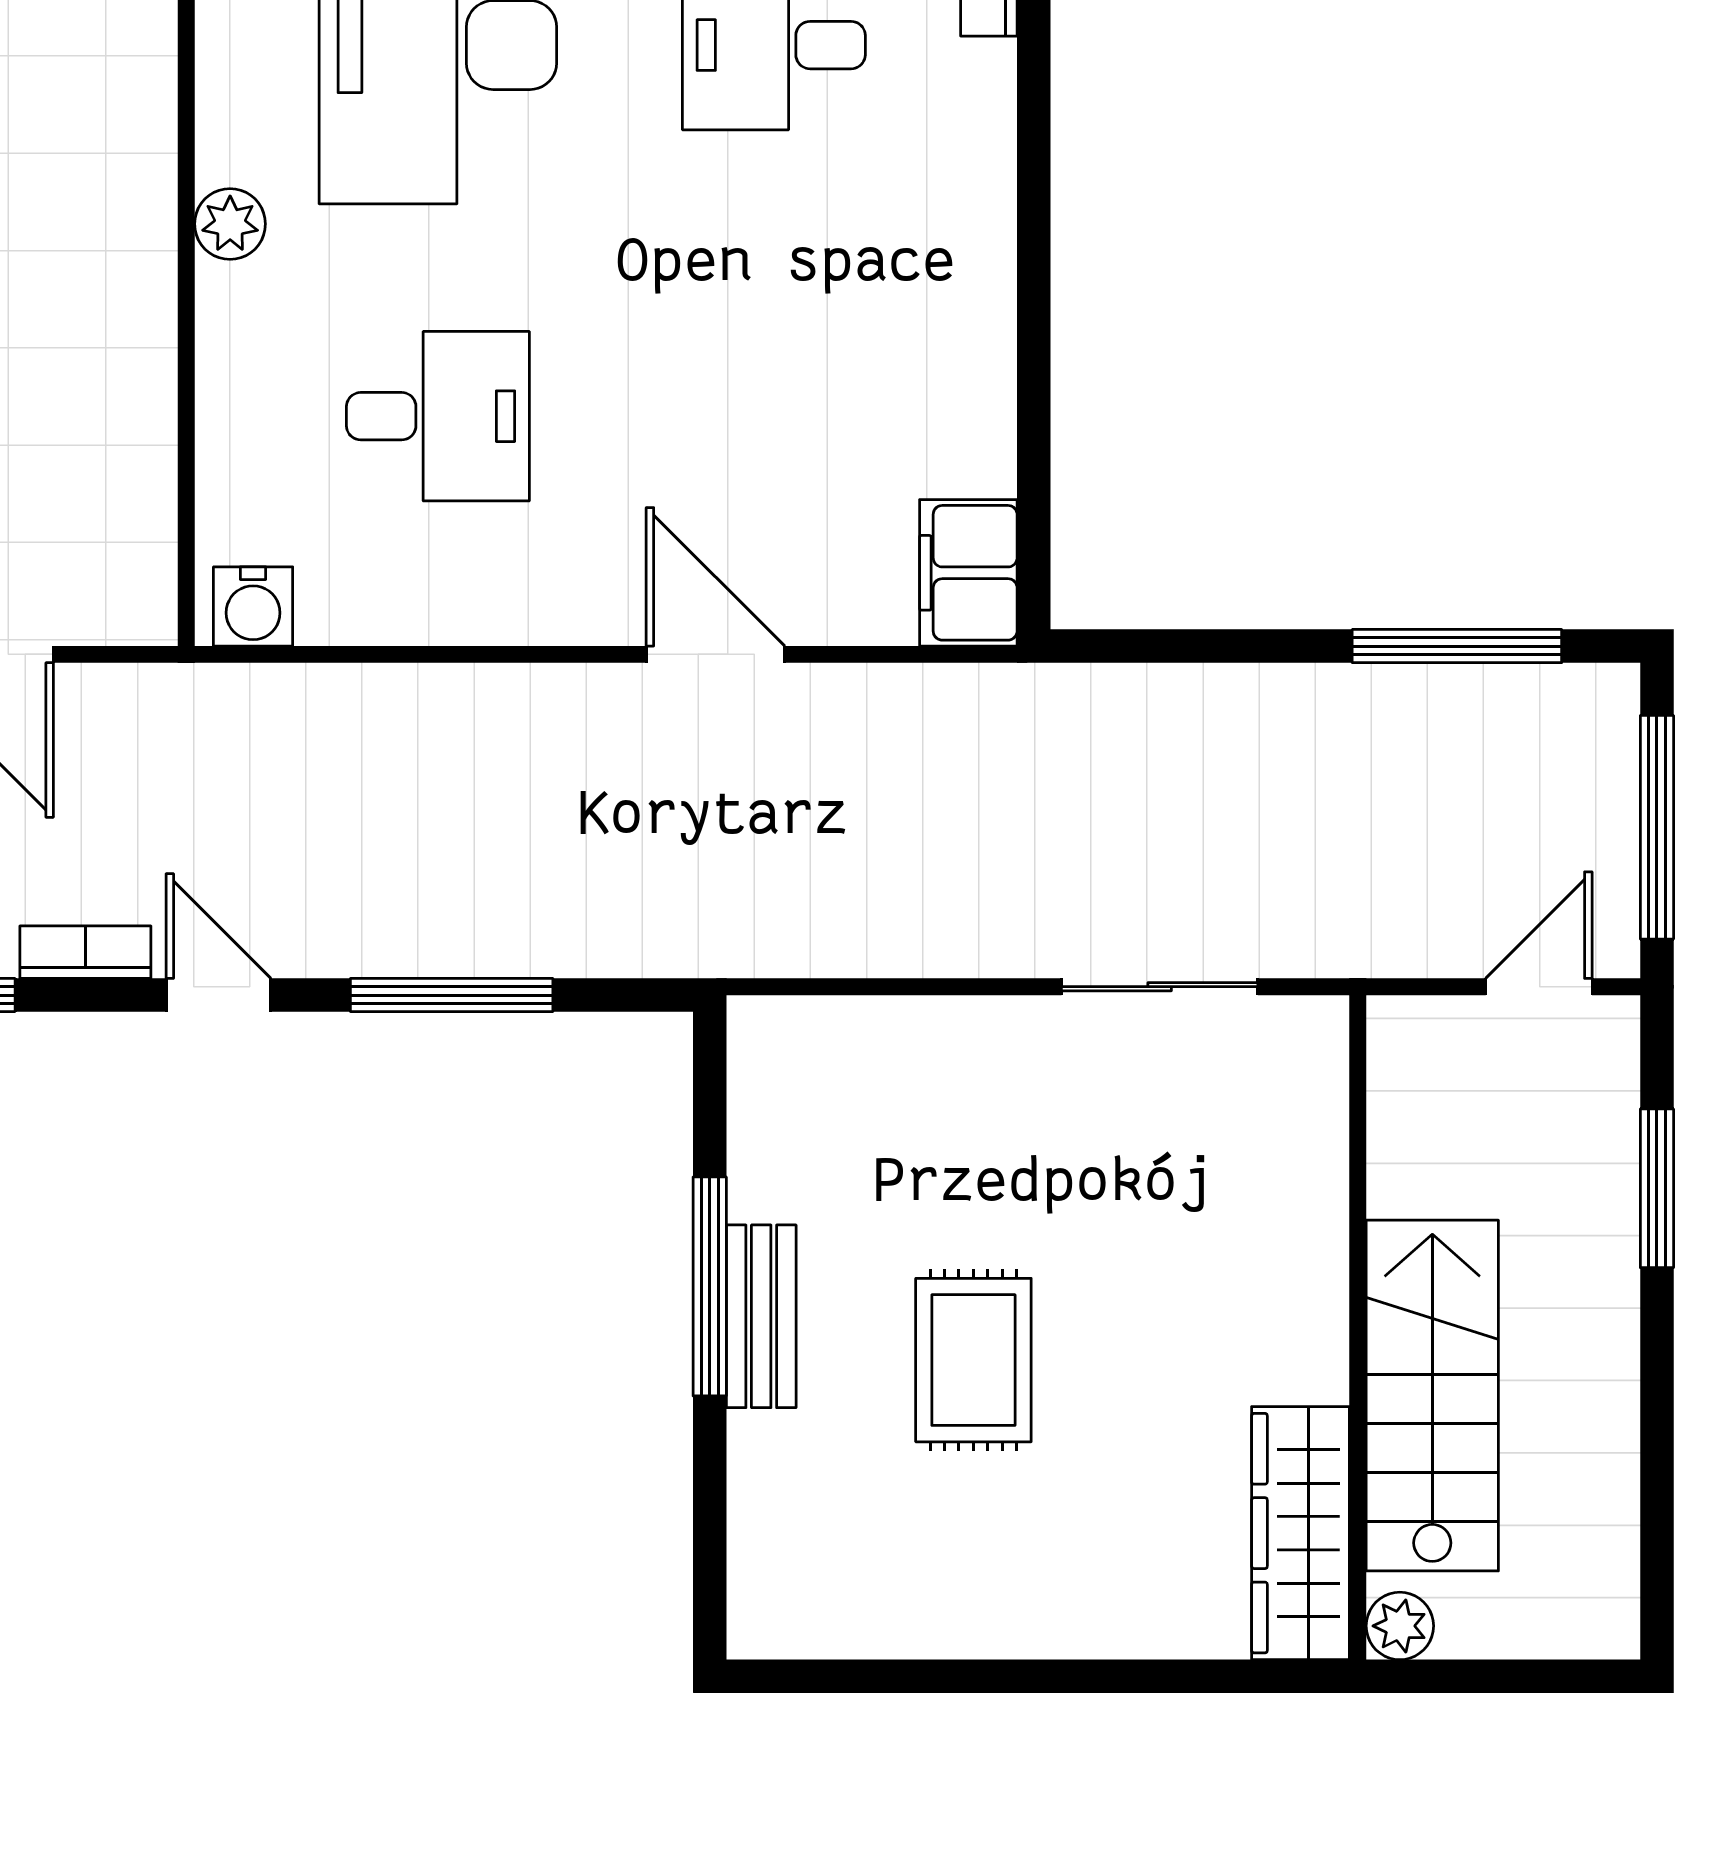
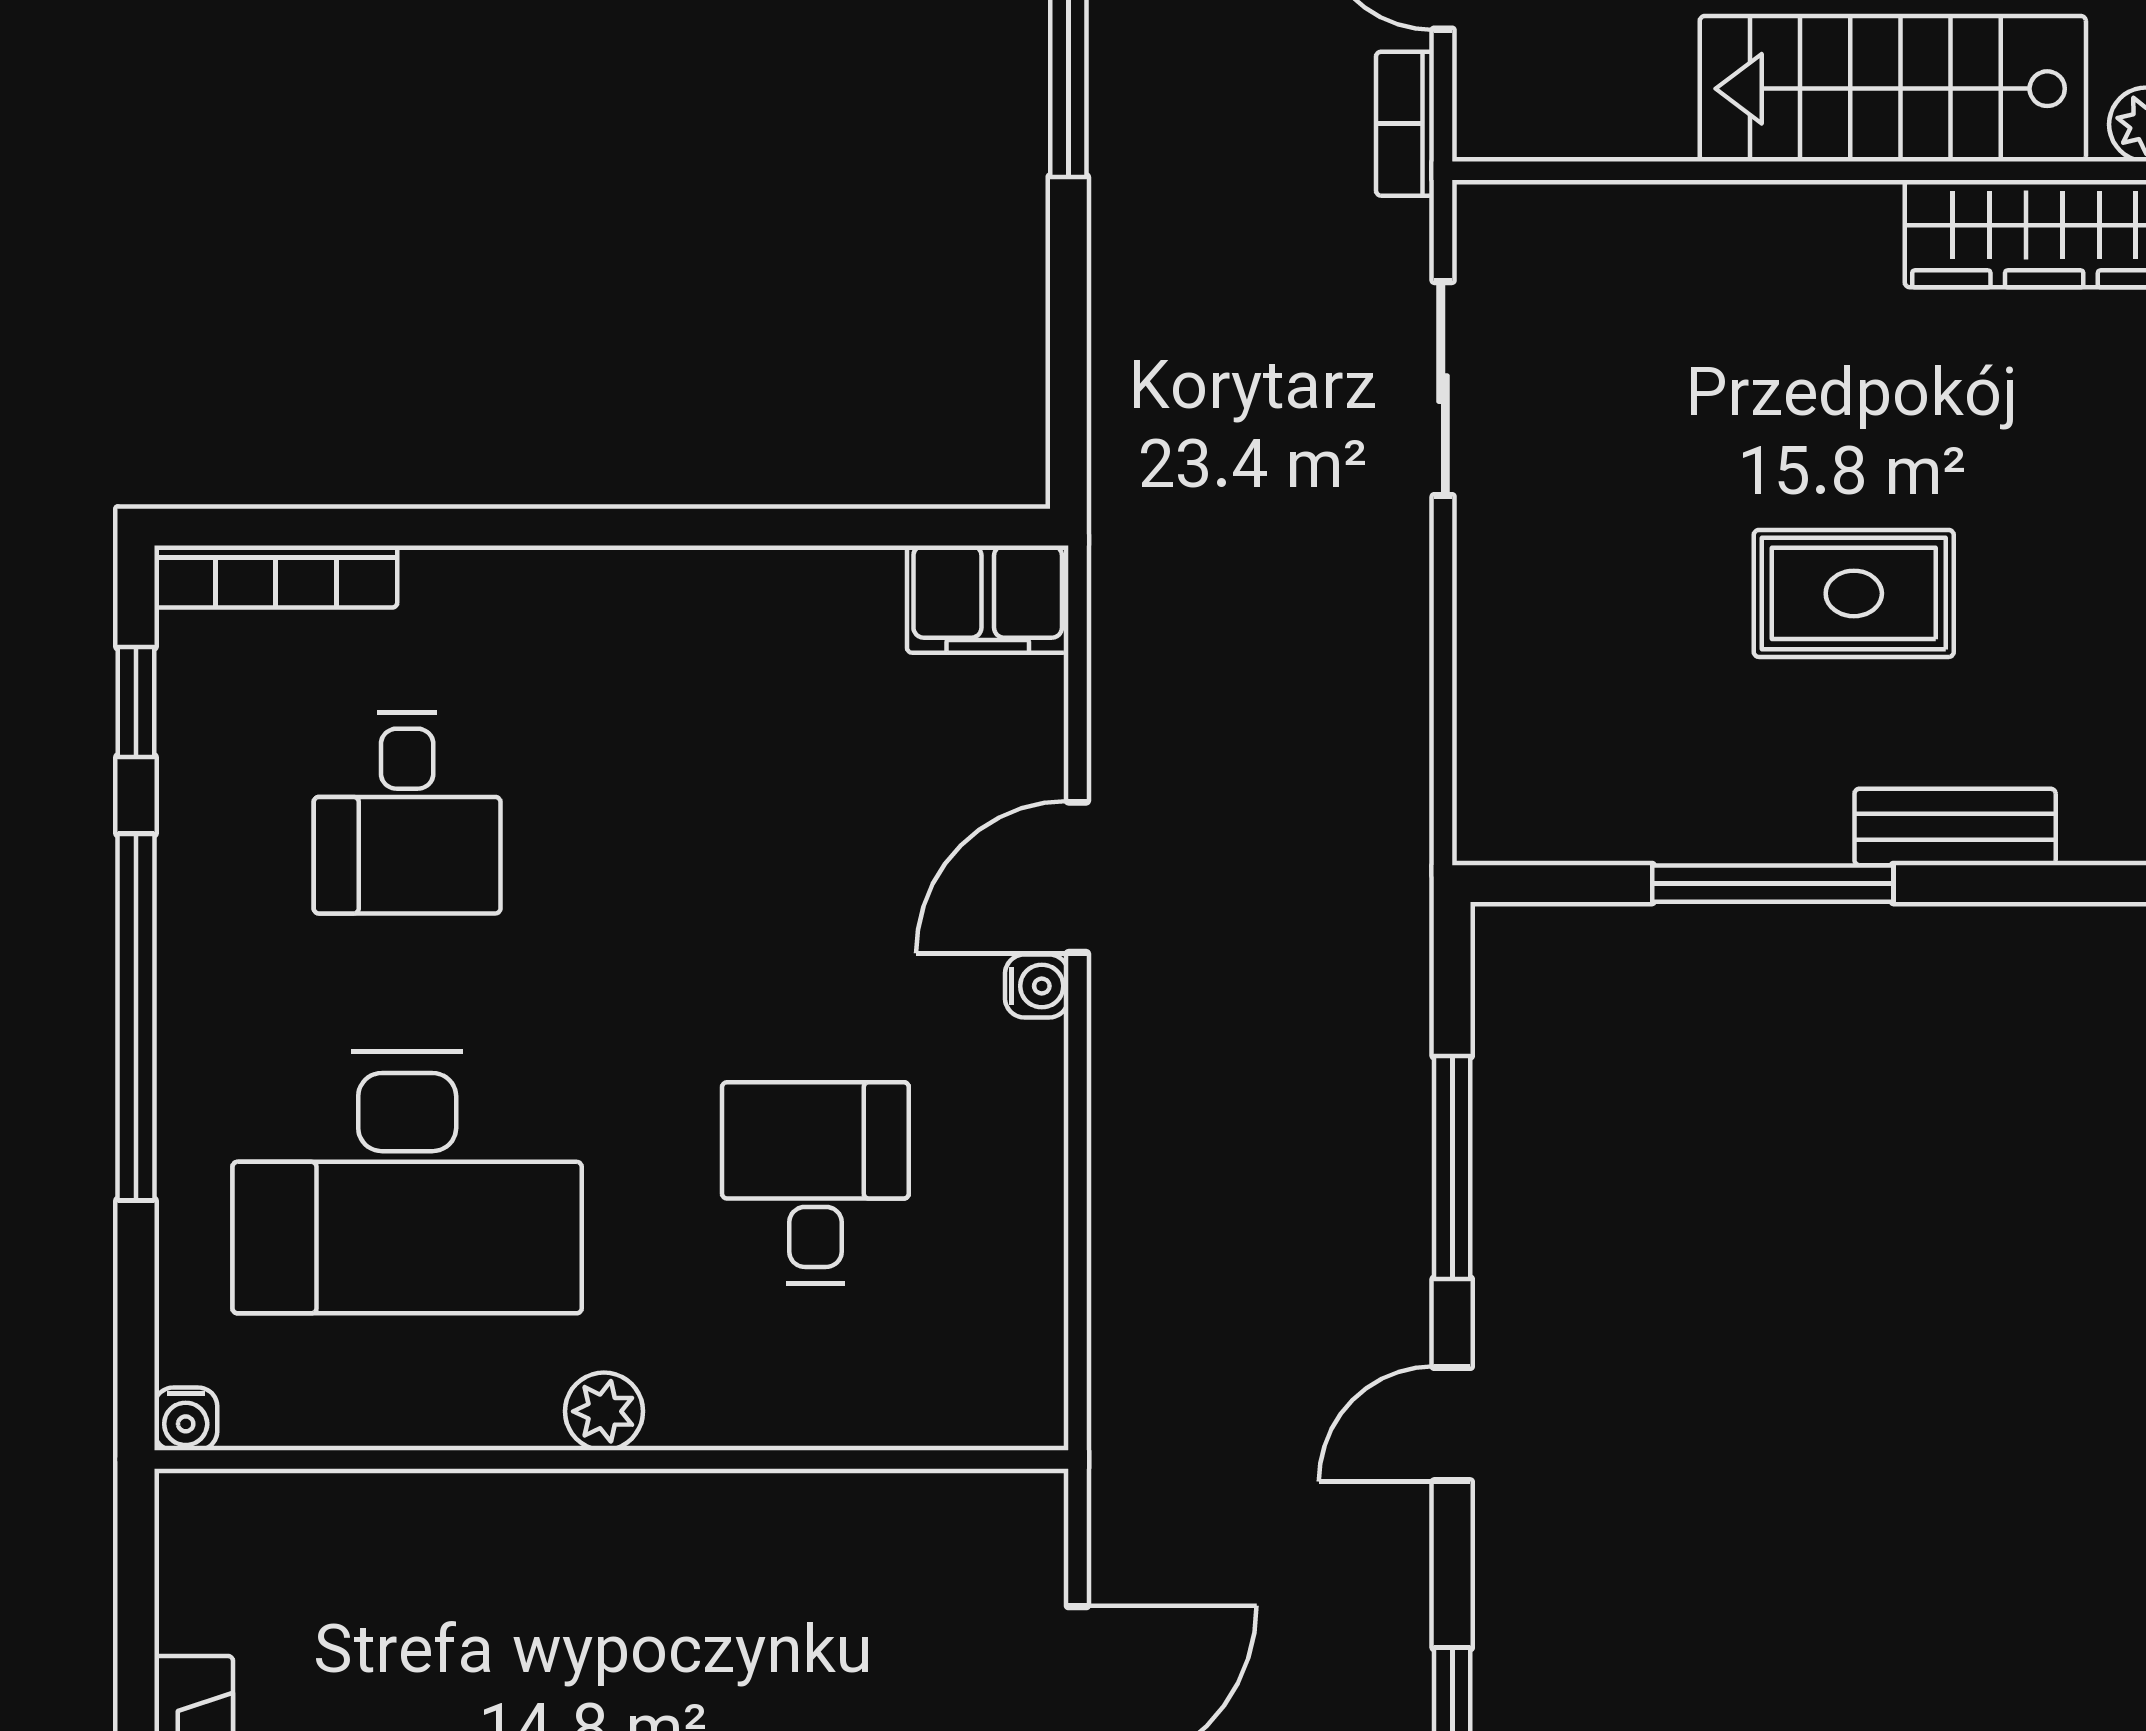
water cooler: (253, 606) -> (1037, 986), moved, width x0.72, depth x0.72
bookcase: (85, 952) -> (1405, 124), moved
bench: (761, 1316) -> (1955, 827), moved

